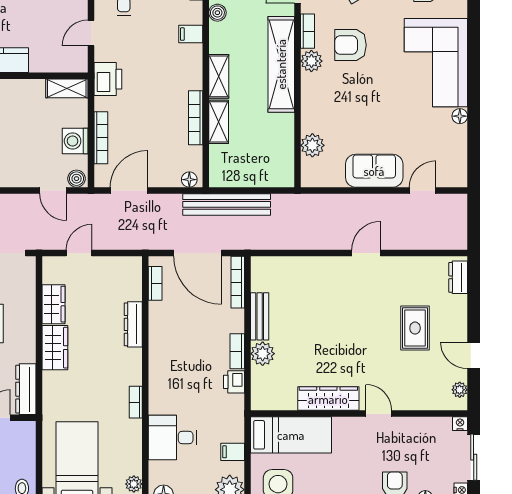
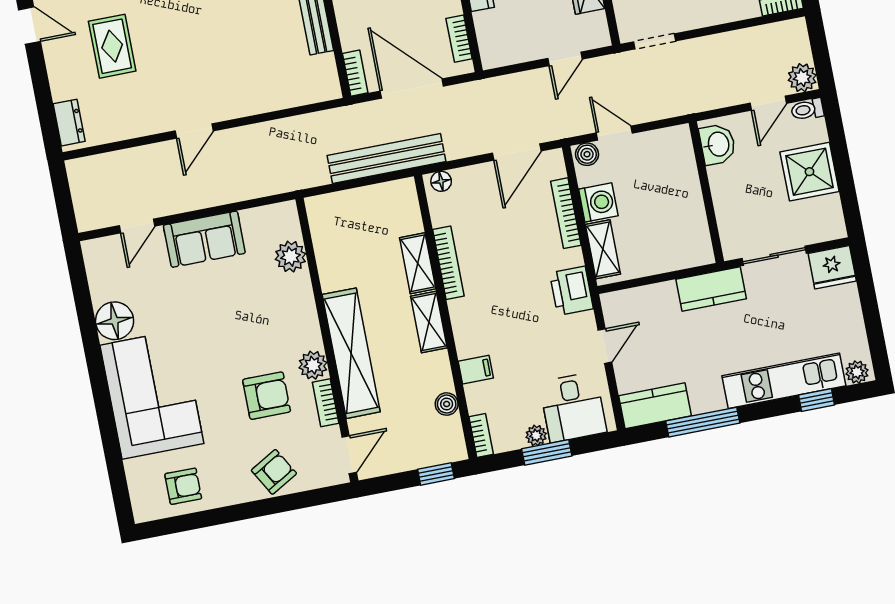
shelving: (67, 88) -> (603, 249), moved, turned 90
floor lamp: (460, 116) -> (115, 321), width x1.89, depth x1.89
bookcase: (238, 282) -> (355, 73), width x0.64

